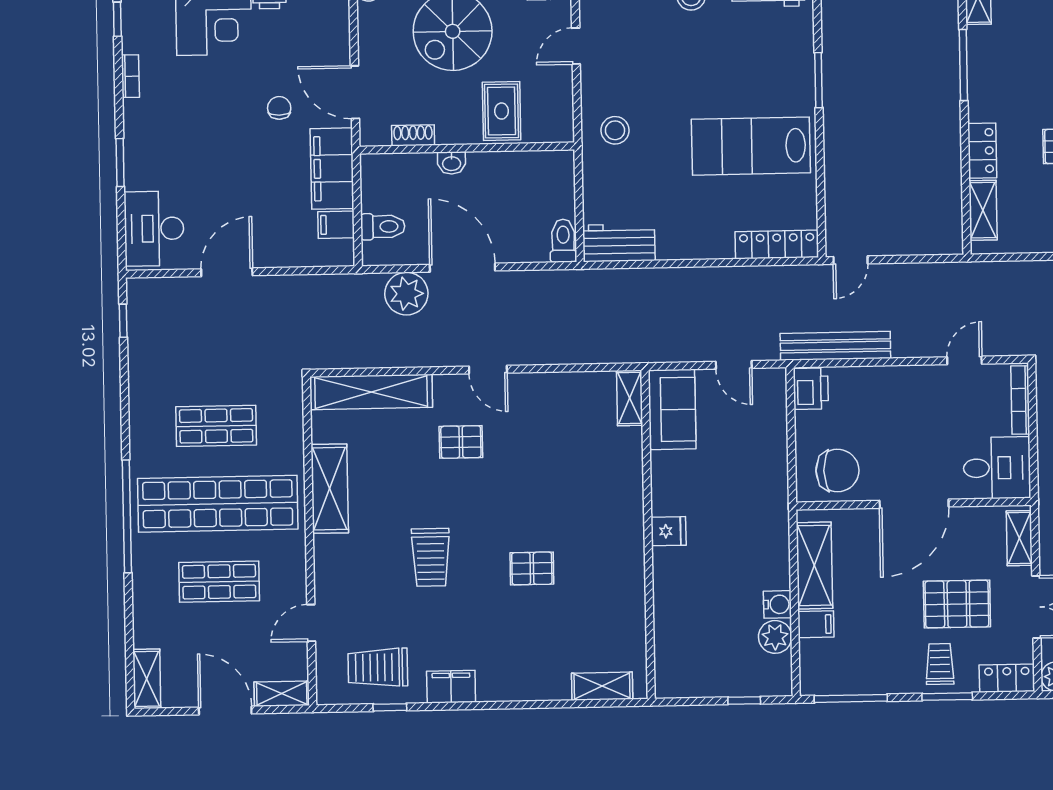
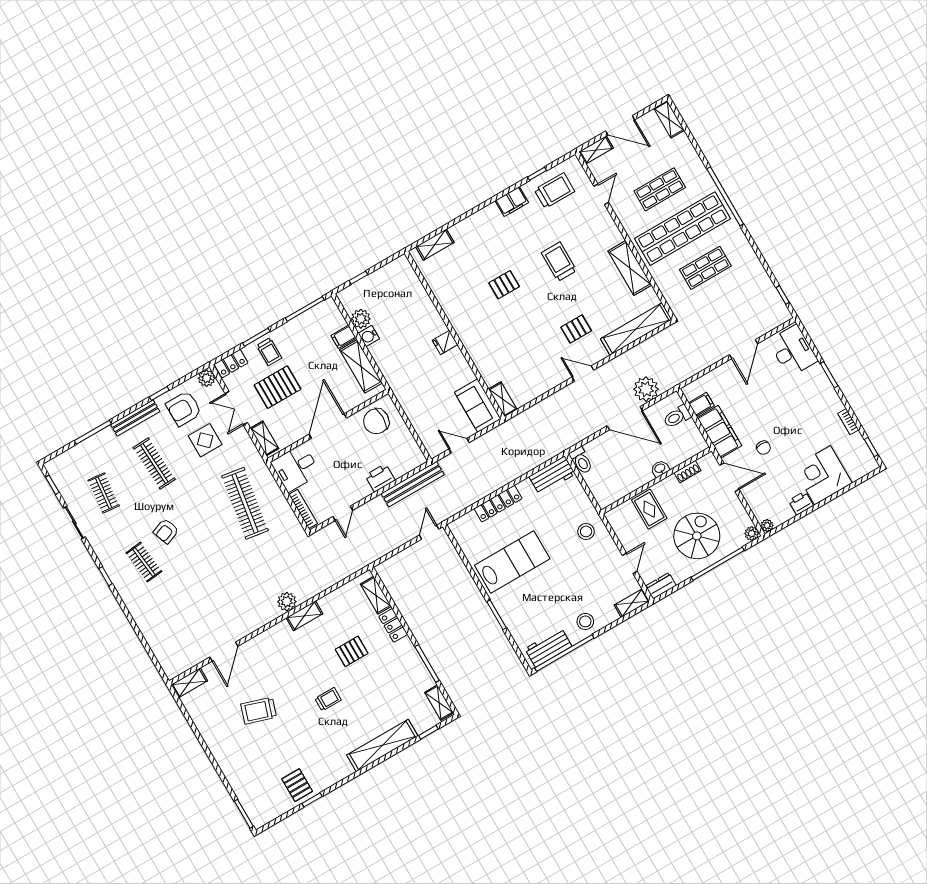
locker: (777, 244) -> (498, 504), moved
printer: (811, 389) -> (380, 478), moved, turned 90

